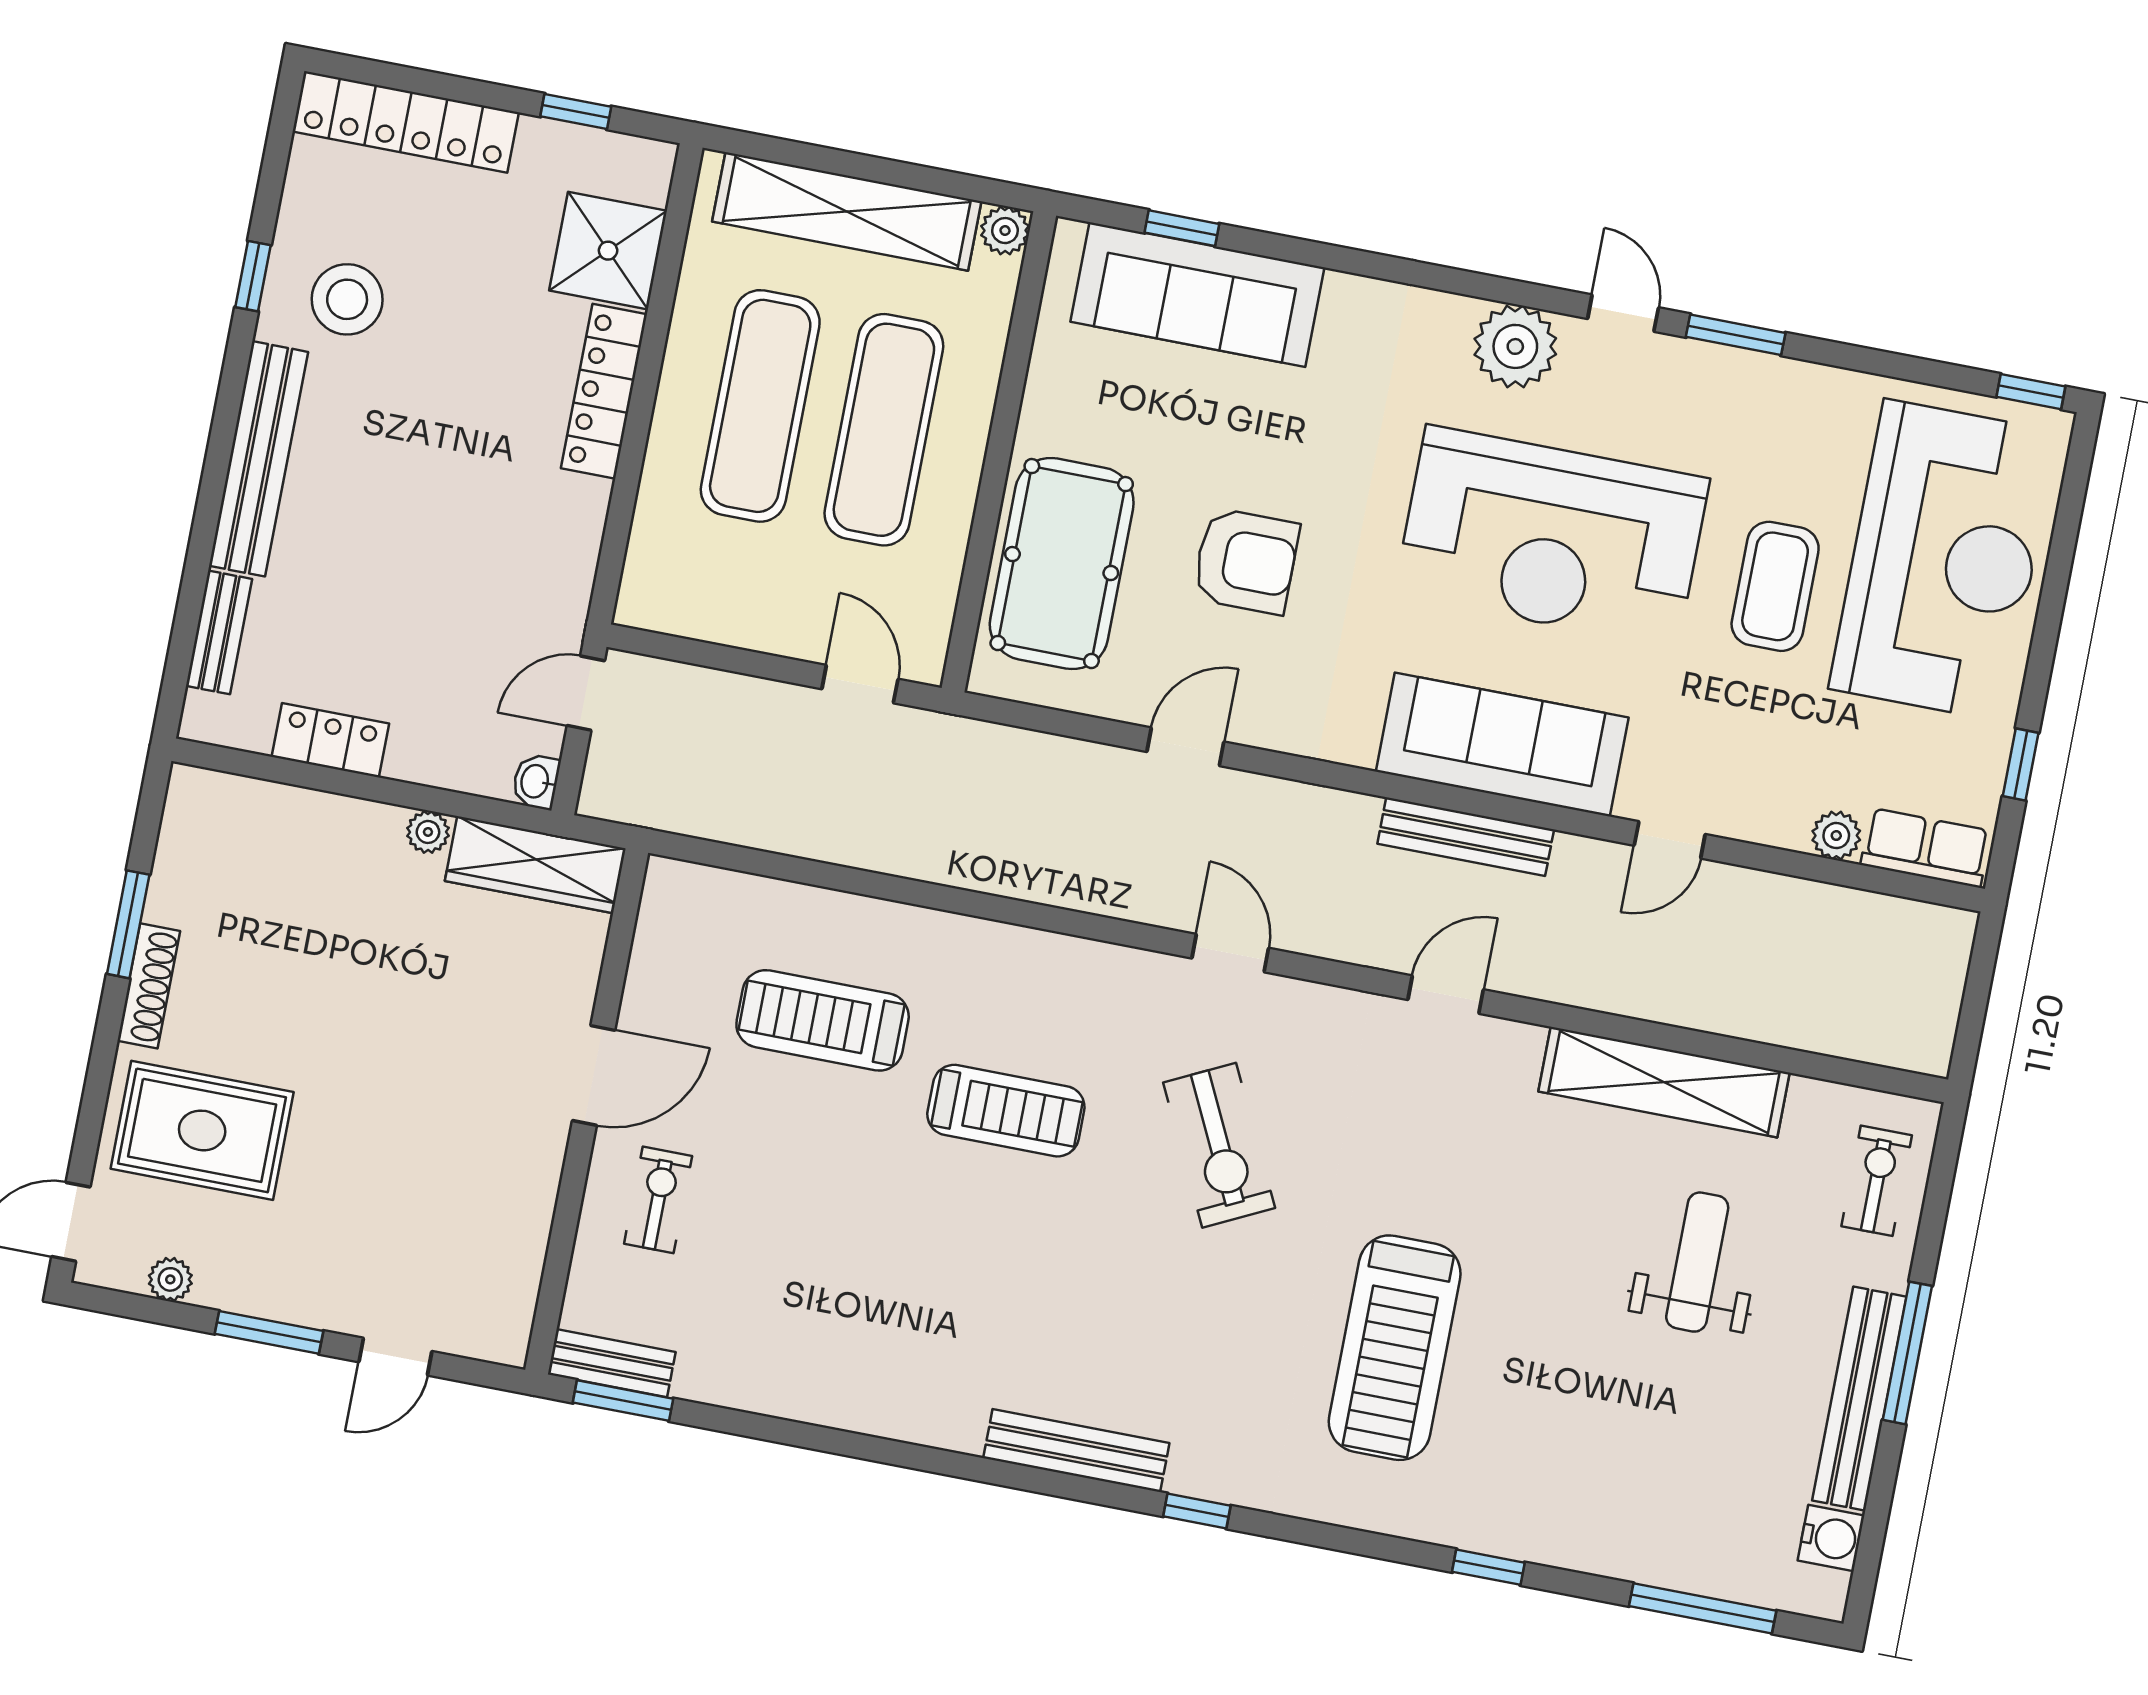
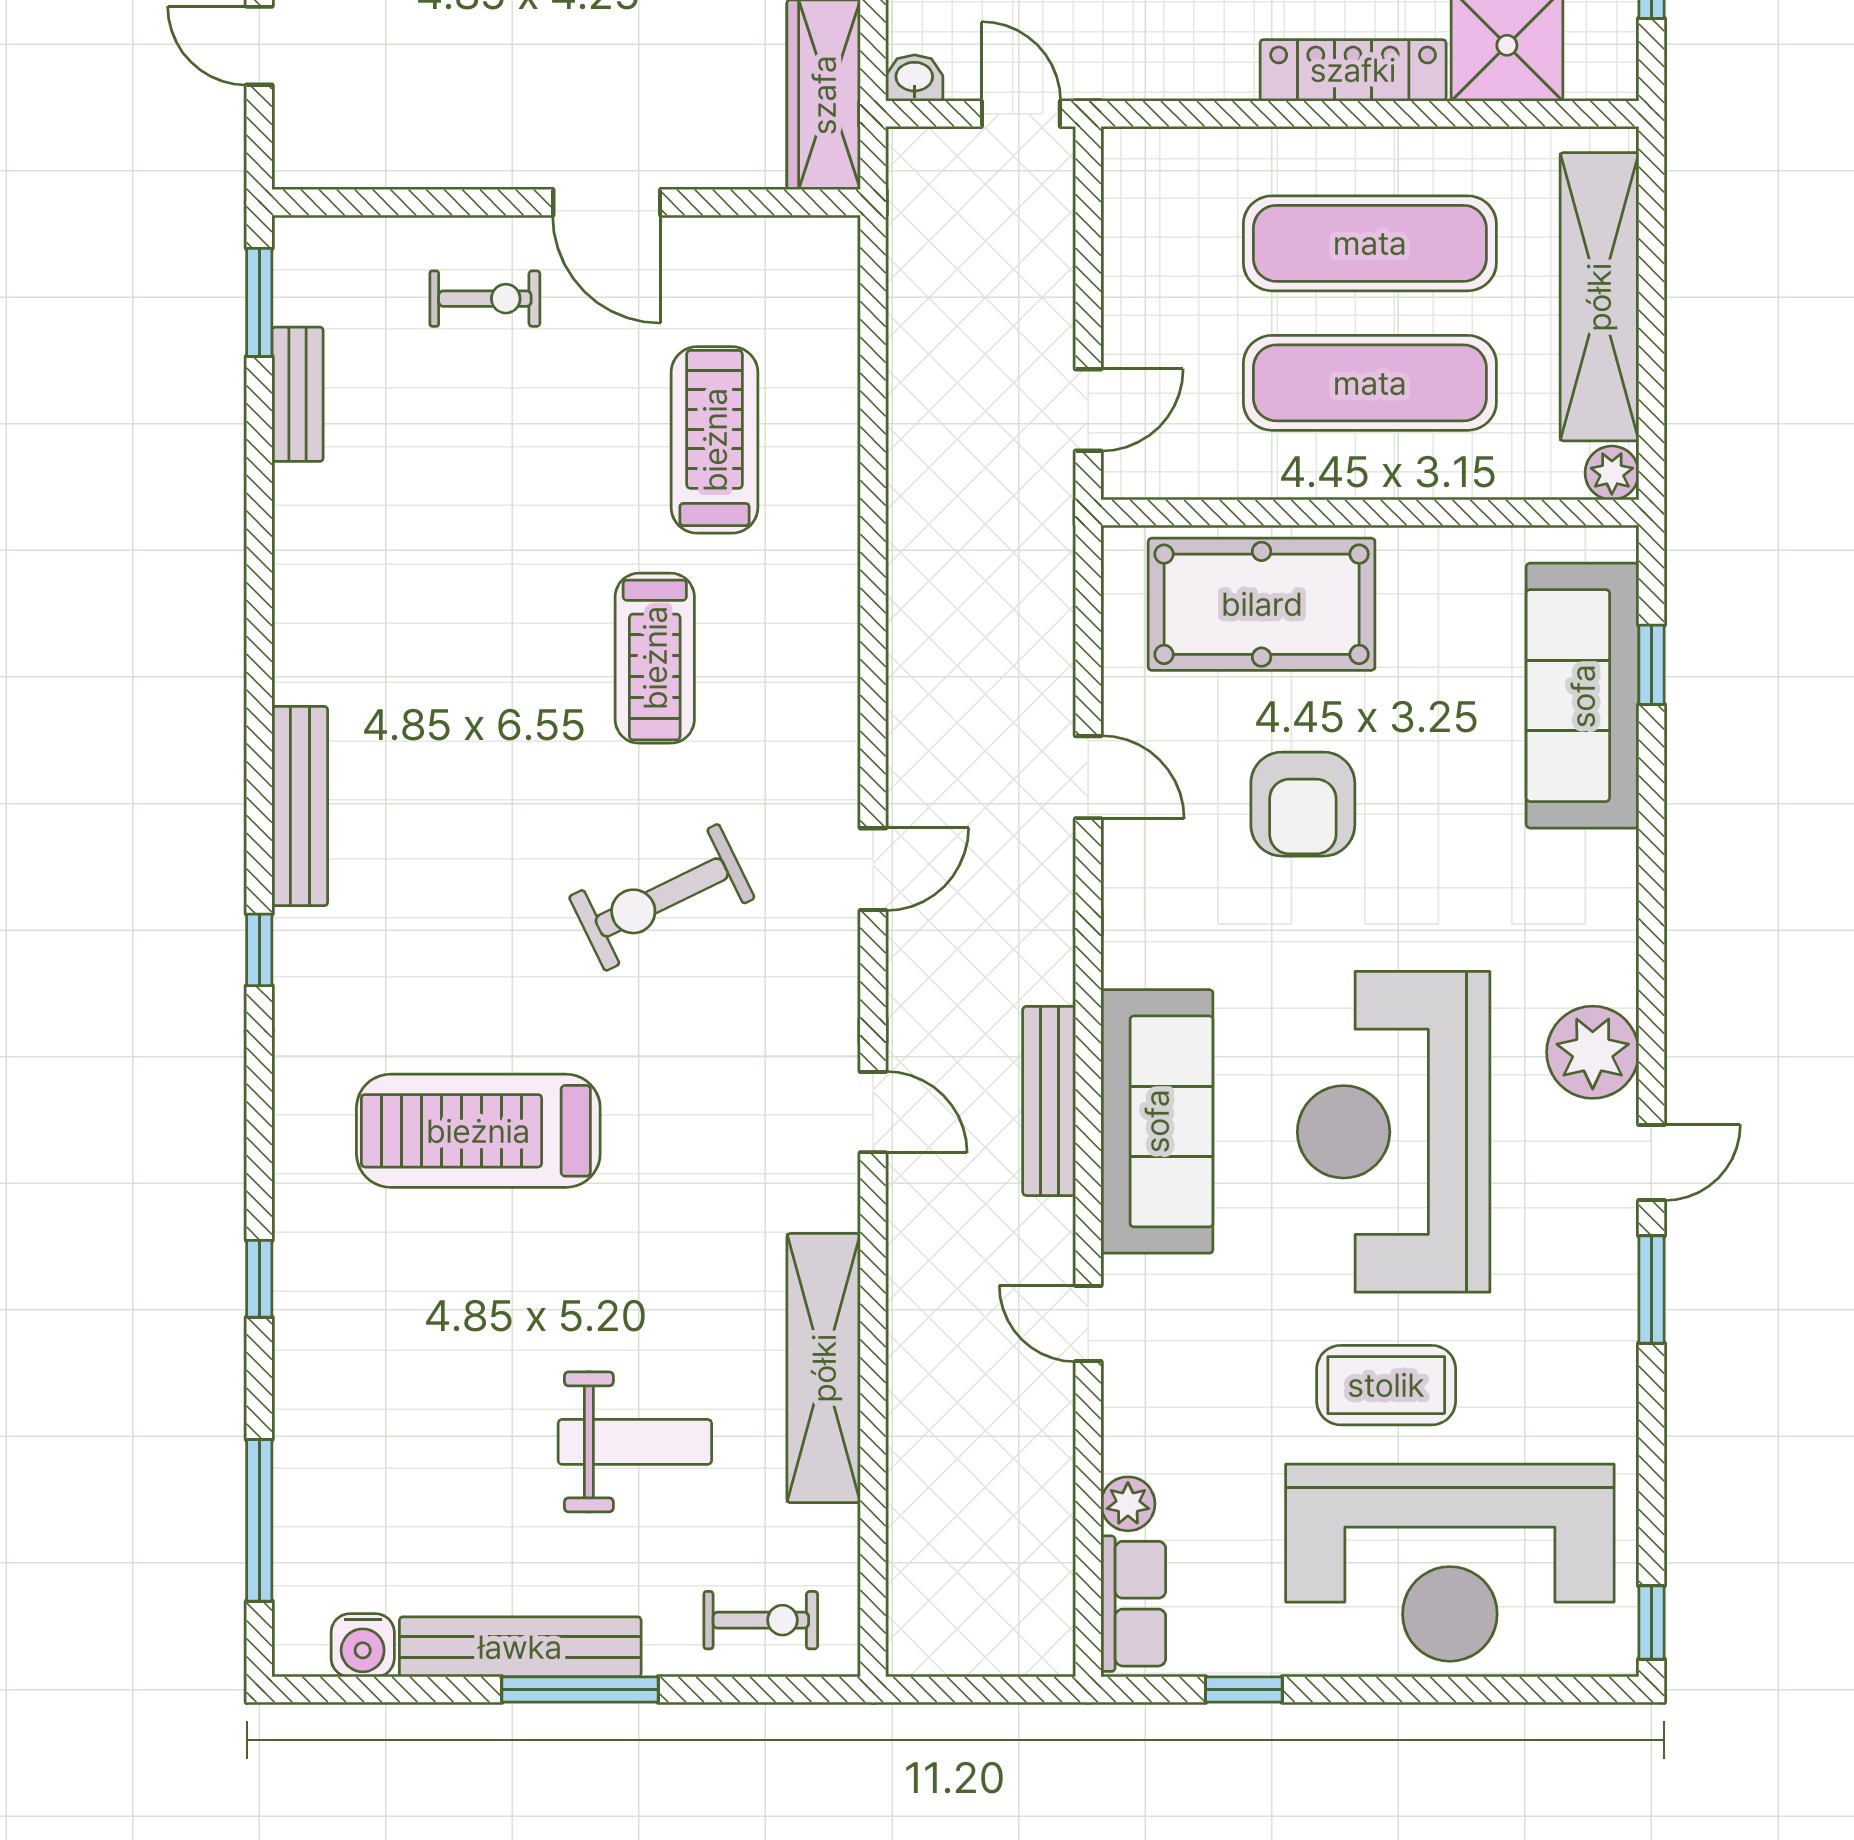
bench: (612, 1363) -> (298, 394), moved

